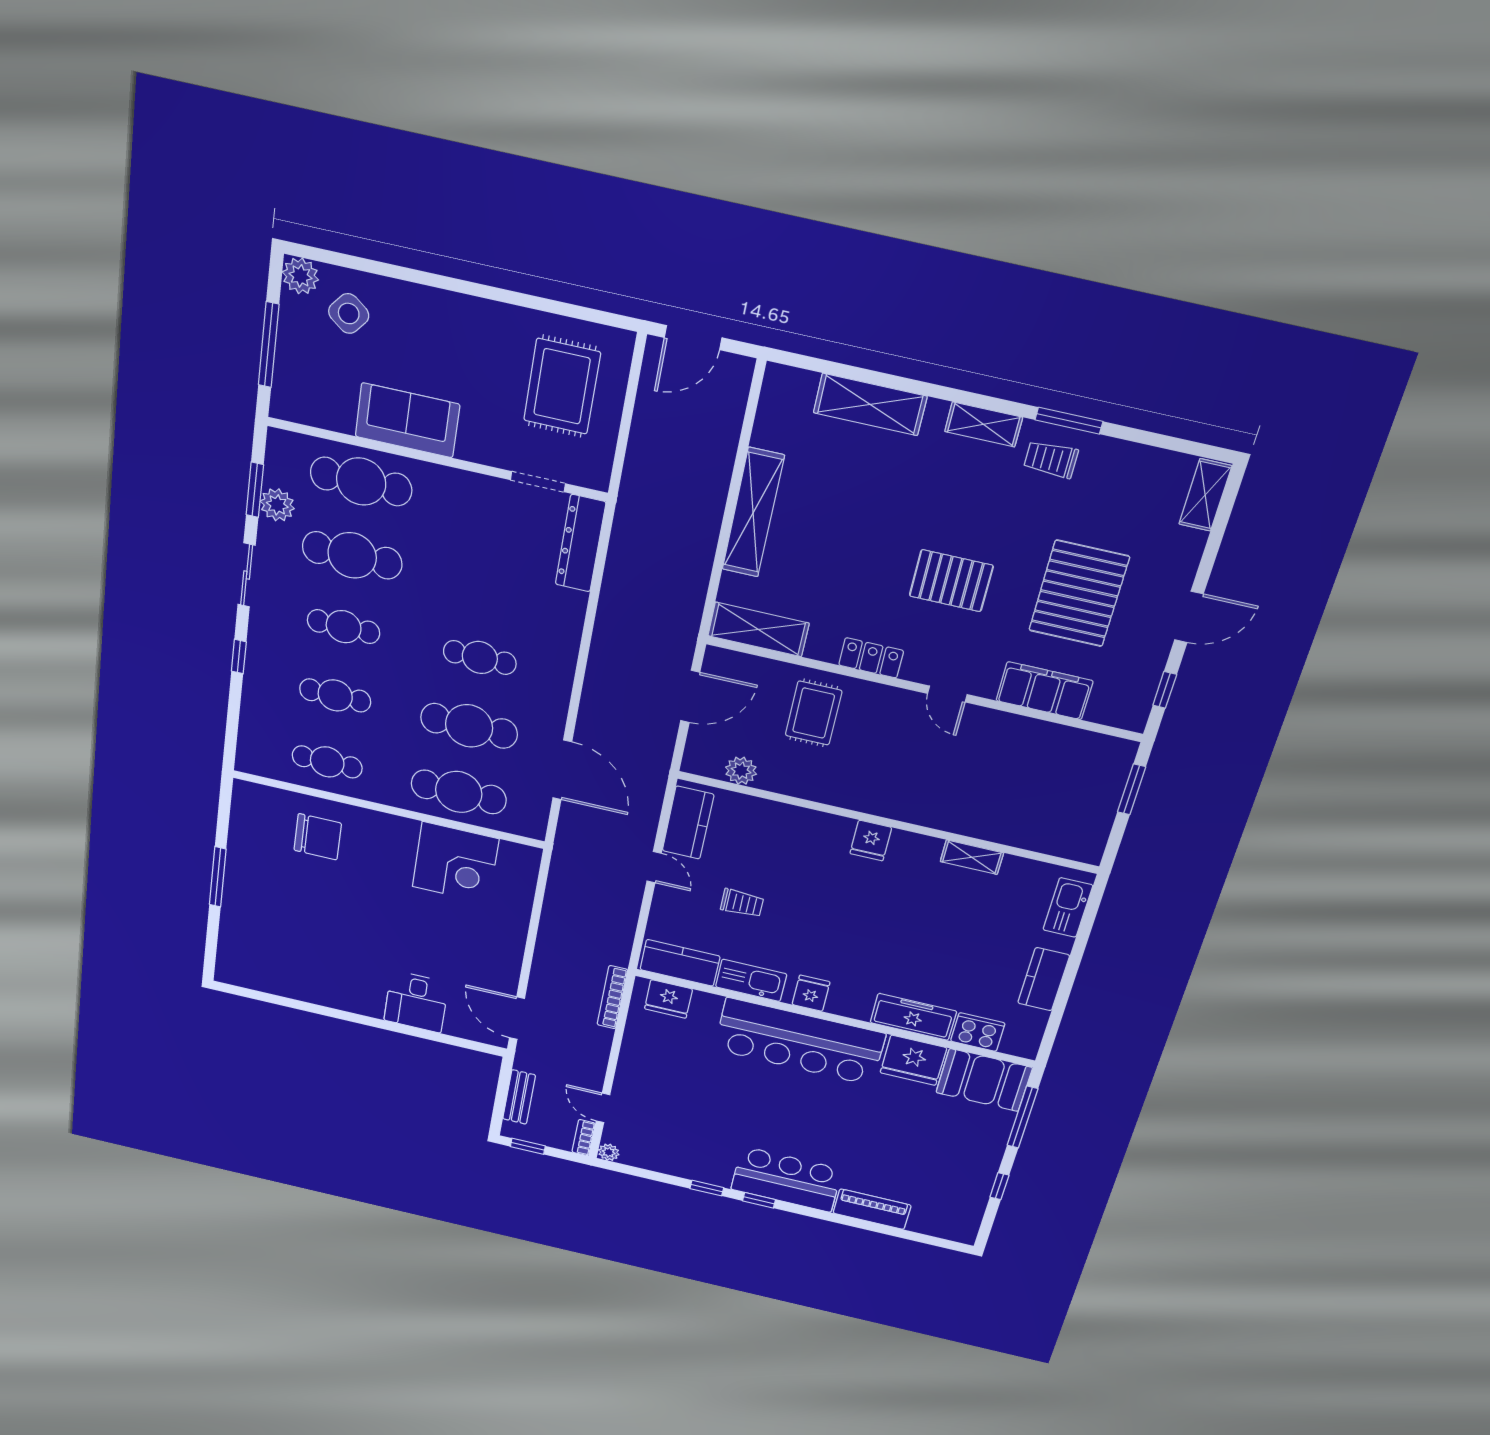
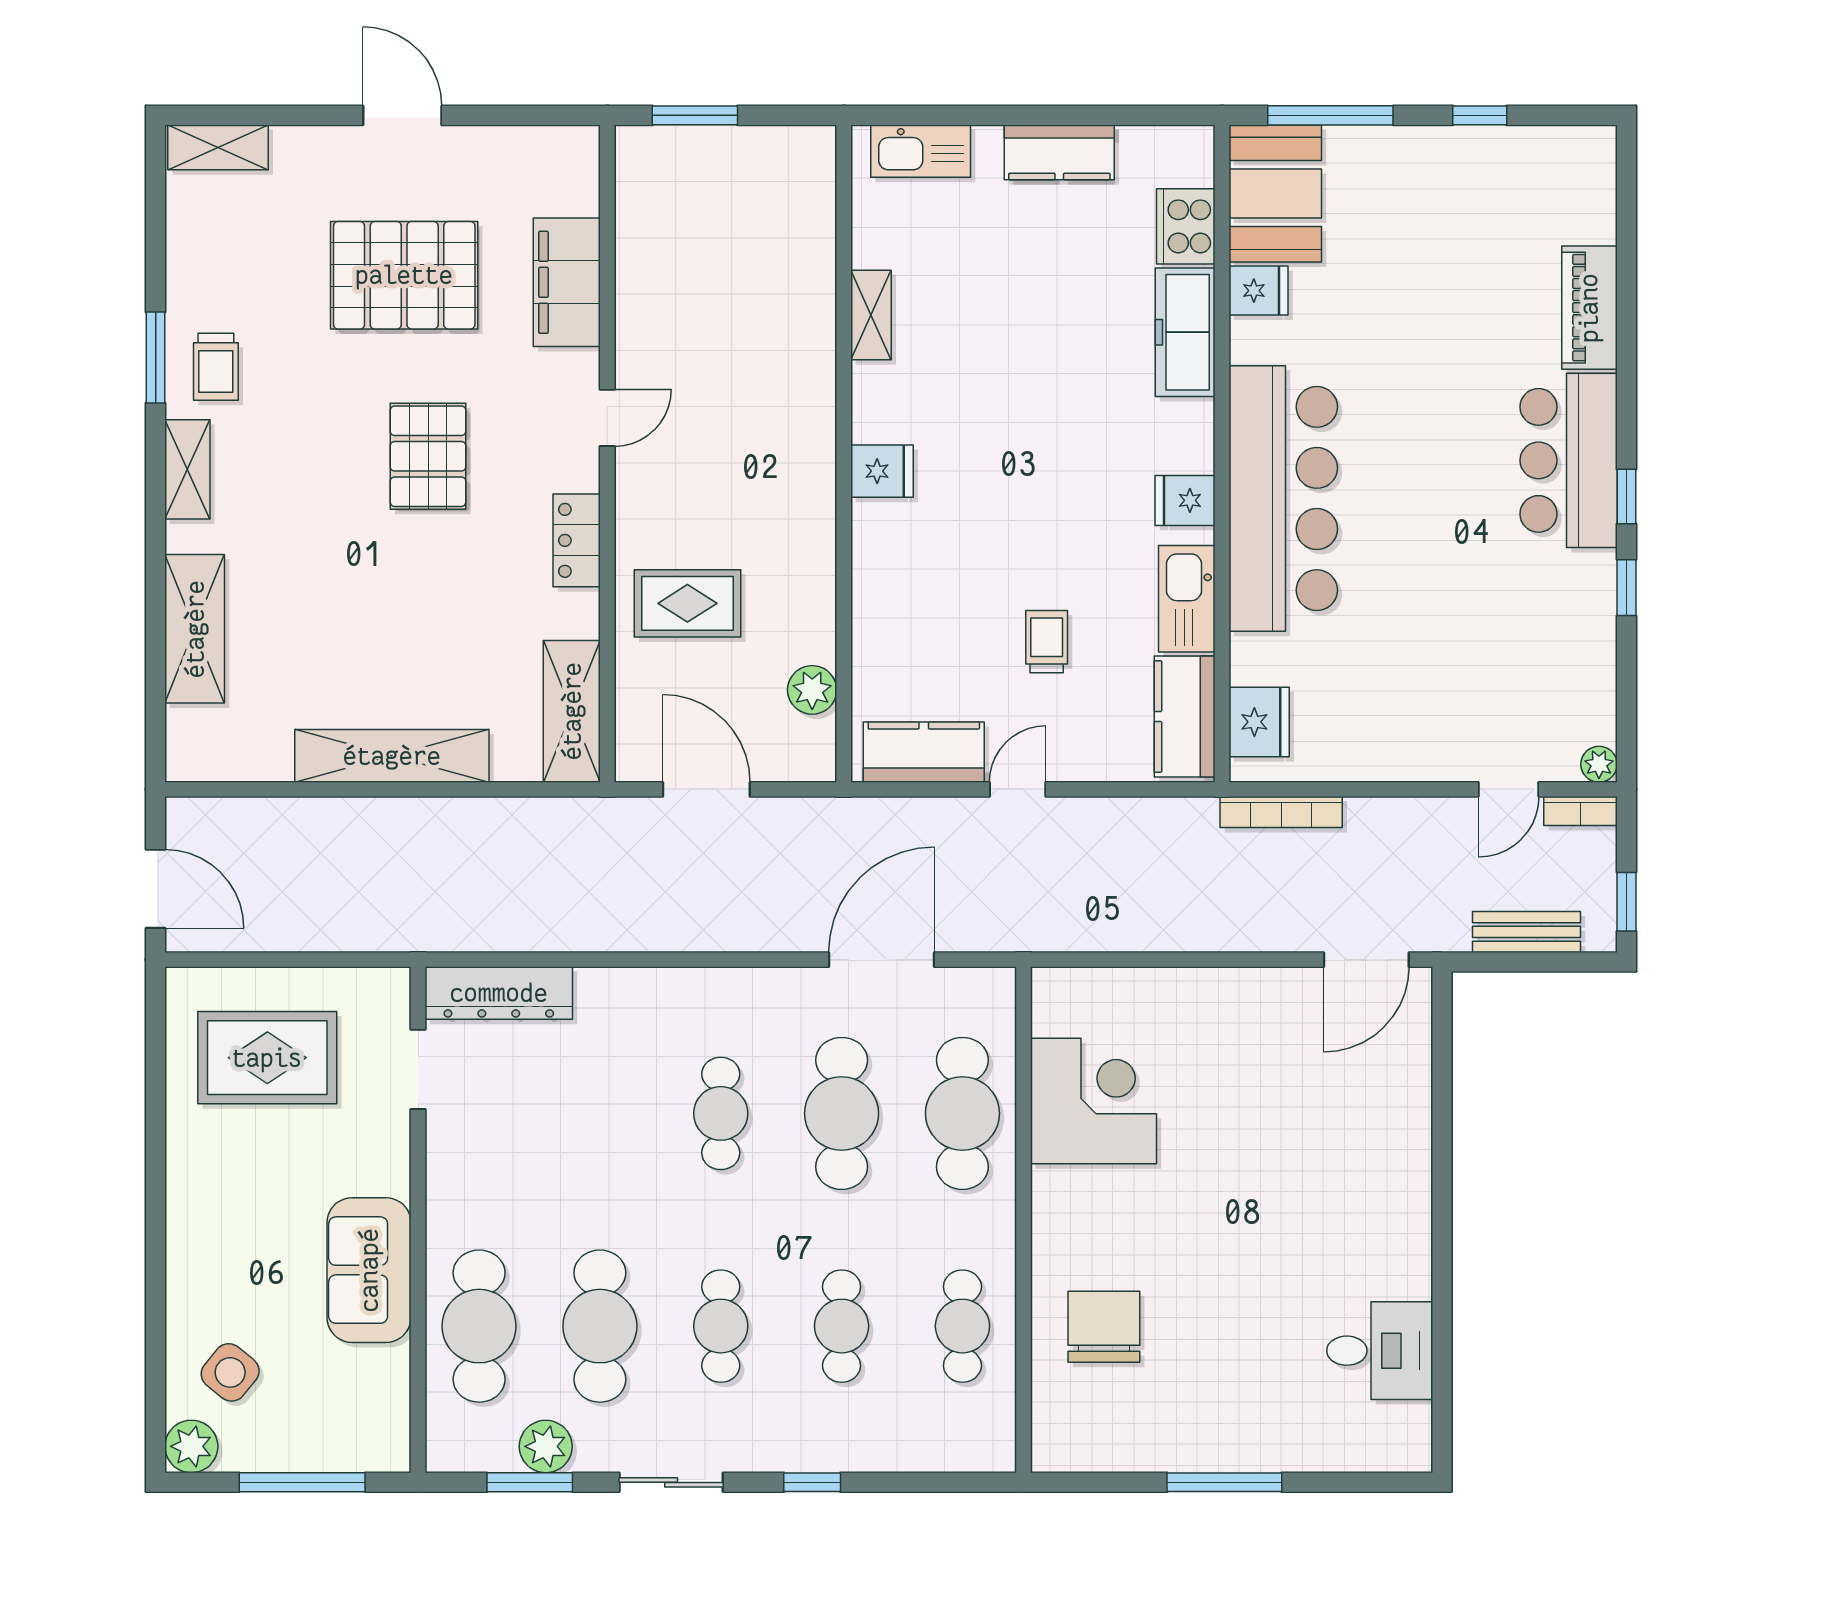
window: (1165, 690) -> (523, 115), removed
desk: (416, 1001) -> (1380, 1351), moved
fridge: (913, 1060) -> (1259, 291), width x0.53, depth x0.75

